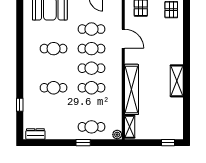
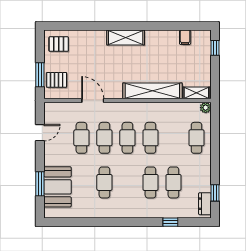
door: (123, 39) -> (93, 100), hinge flipped
shelving: (177, 81) -> (126, 37), moved
cafe table: (54, 107) -> (173, 182), added
filing cabinet: (177, 117) -> (185, 37), added
window: (83, 143) -> (215, 193), moved

